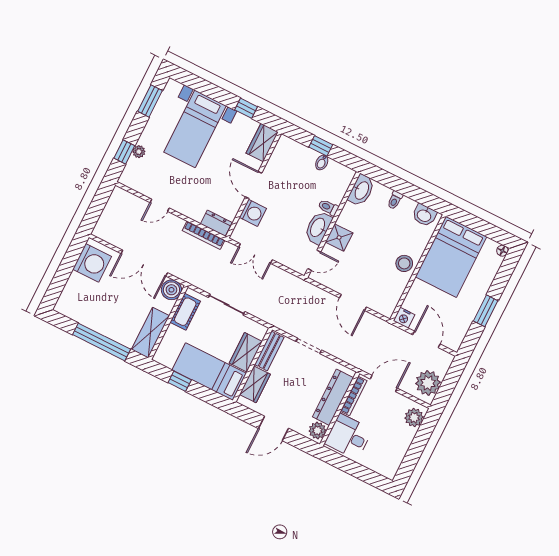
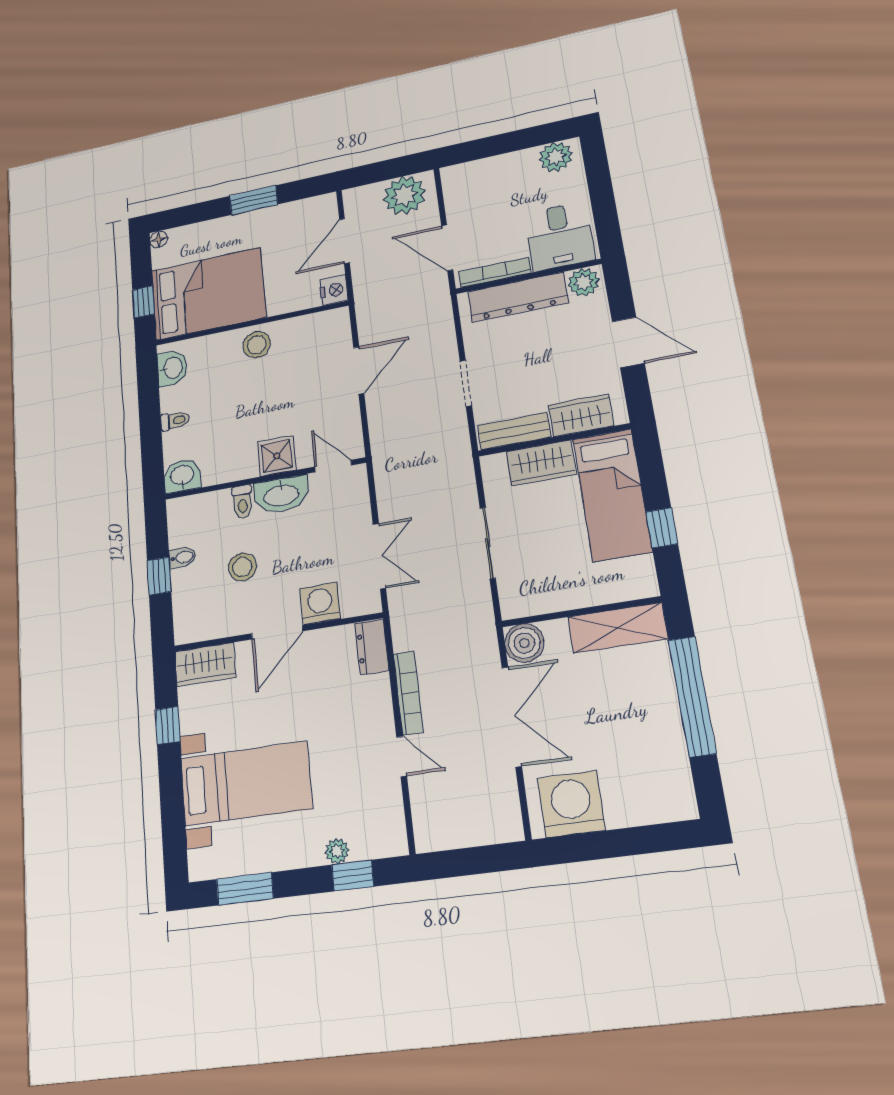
stool: (296, 188) -> (242, 567), added
washbasin: (361, 190) -> (182, 476), width x0.72
window: (473, 222) -> (143, 302), added
bookcase: (204, 235) -> (408, 693), moved
cot: (185, 312) -> (544, 597), removed
plant: (414, 418) -> (556, 157), moved

